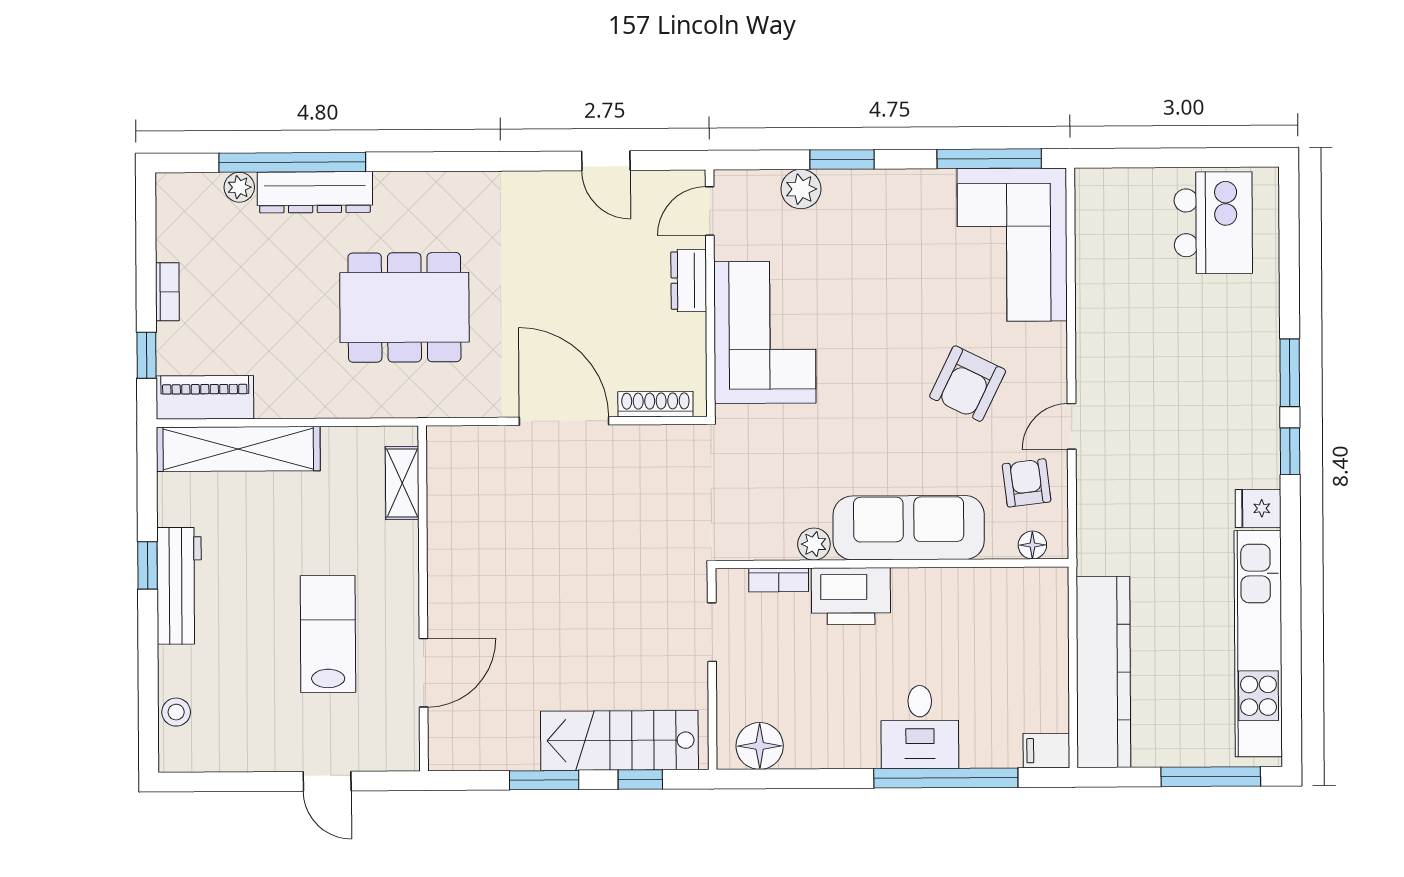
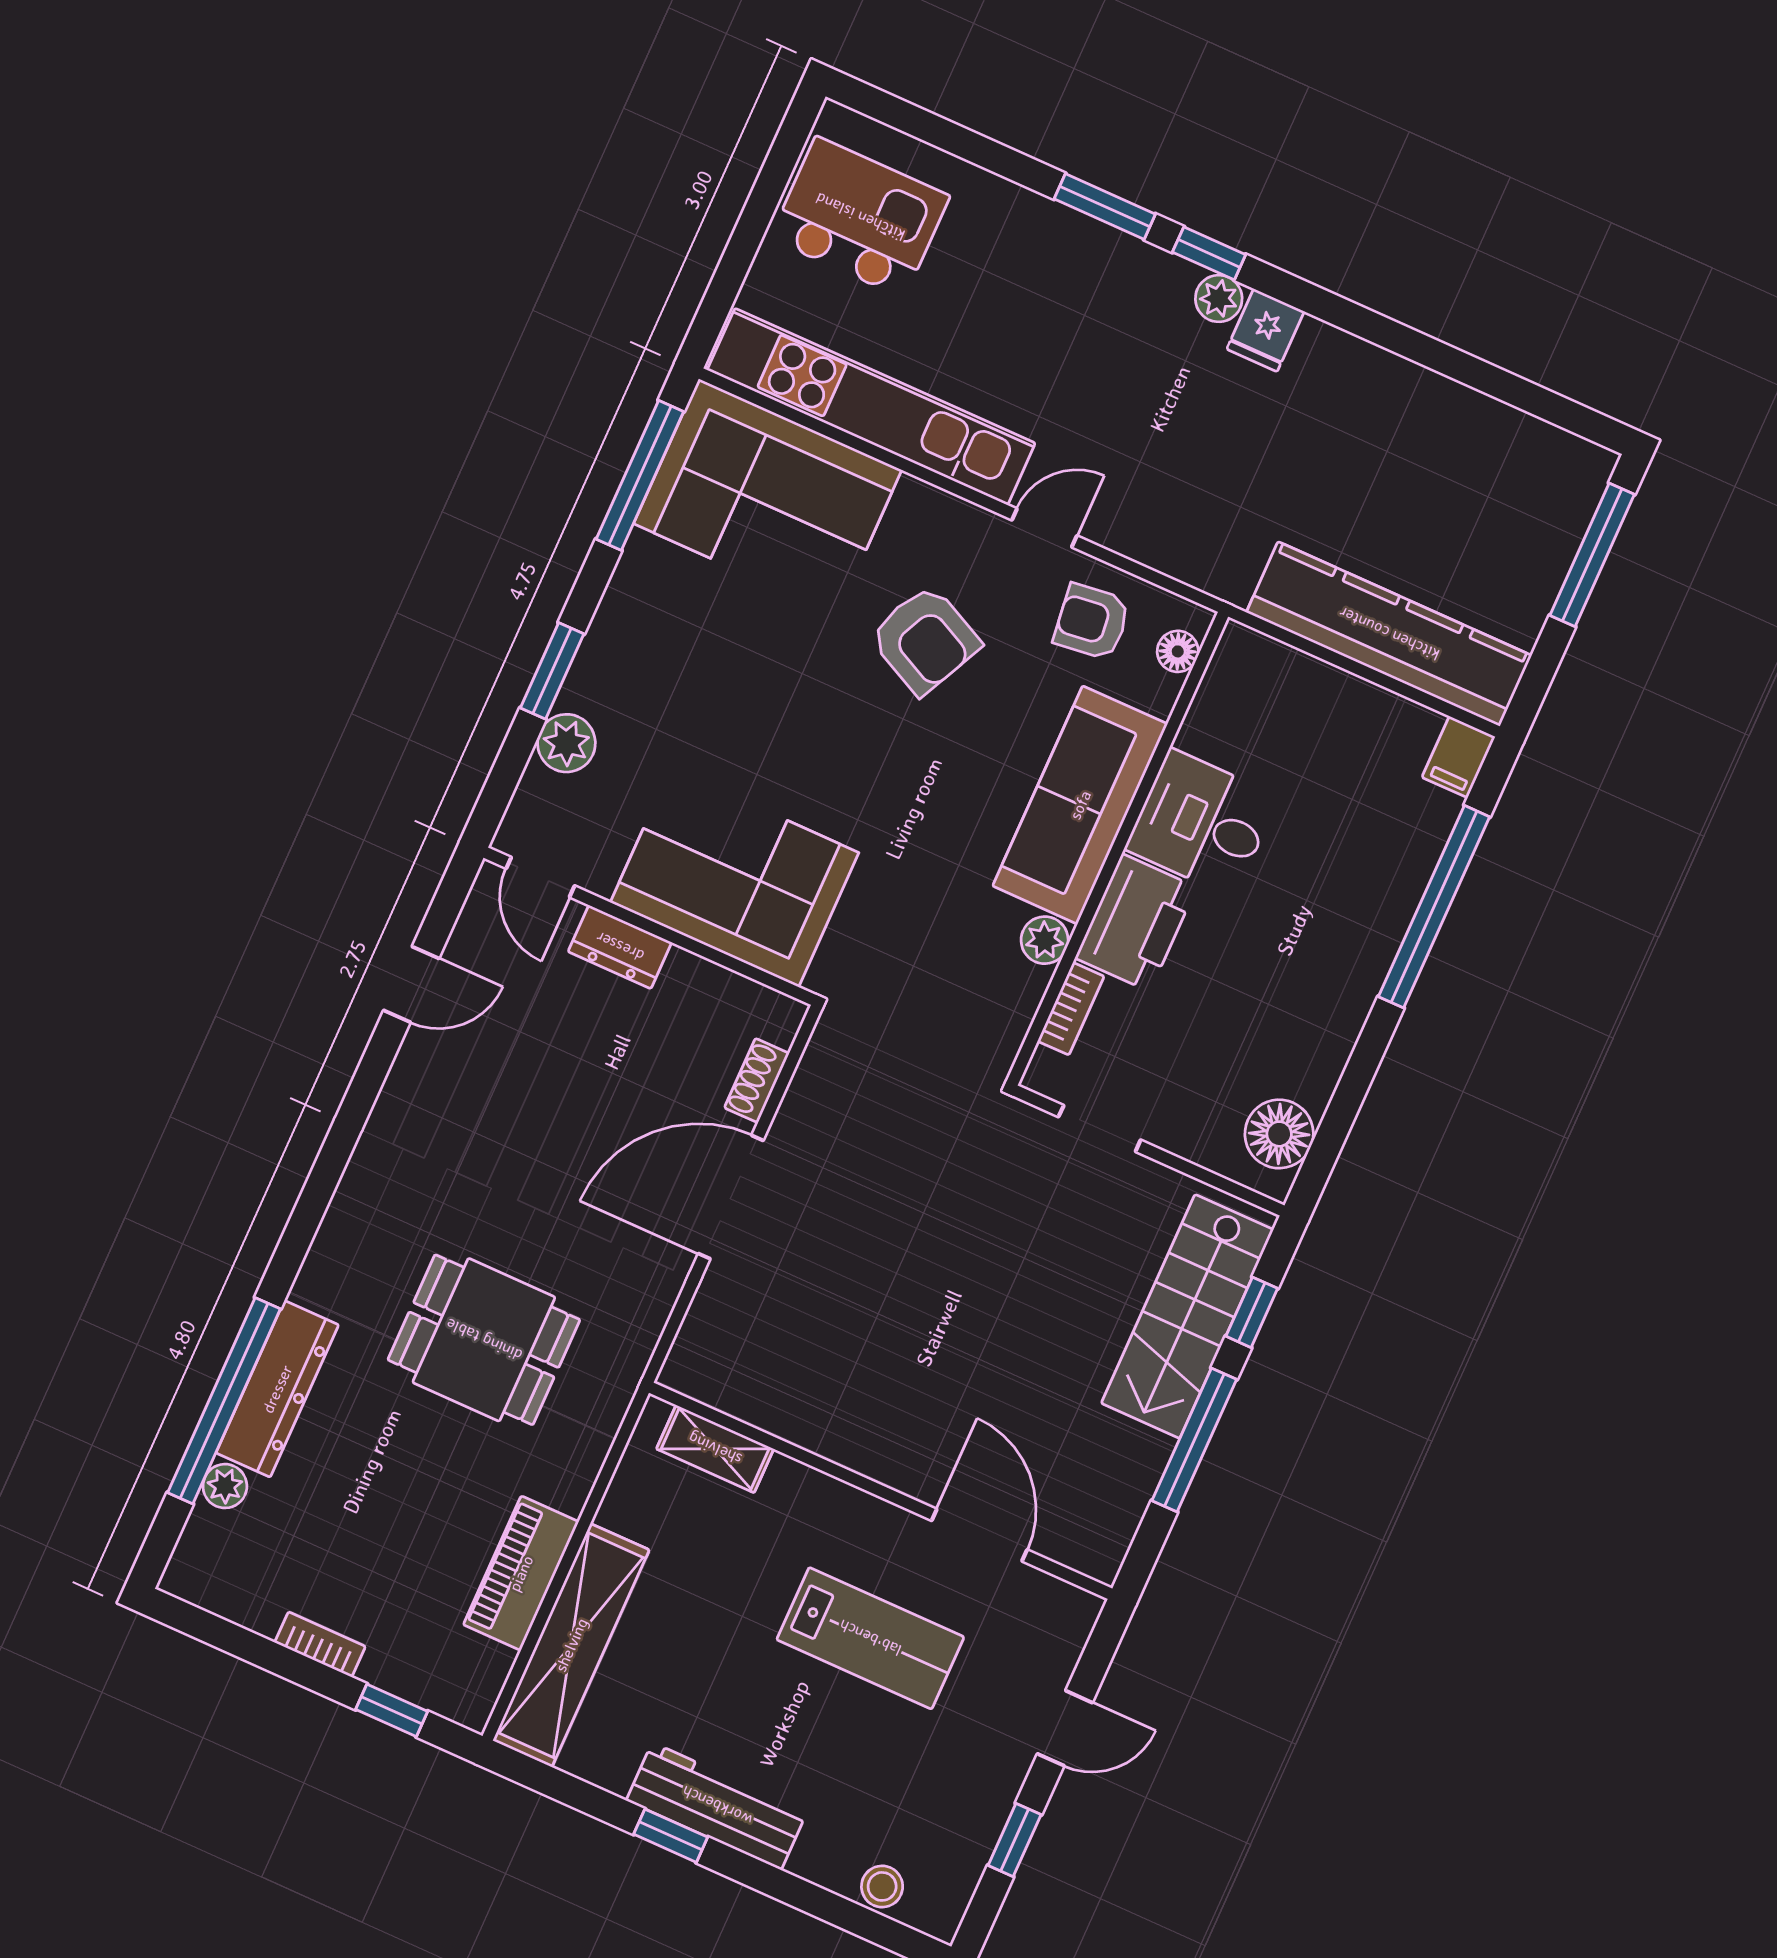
dining table: (404, 307) -> (484, 1340), width x0.73
piano: (205, 397) -> (521, 1573), moved
shoe rack: (655, 404) -> (757, 1081), width x0.70
door: (1072, 426) -> (1044, 528), swing flipped
plant: (1265, 470) -> (1219, 298), added
lab bench: (328, 634) -> (870, 1638), turned 180
kitchen unit: (1258, 644) -> (871, 407), moved, turned 180
desk: (920, 727) -> (1202, 823), moved, turned 180
window: (544, 780) -> (1194, 1440), width x1.44
window: (243, 782) -> (1015, 1840), added

